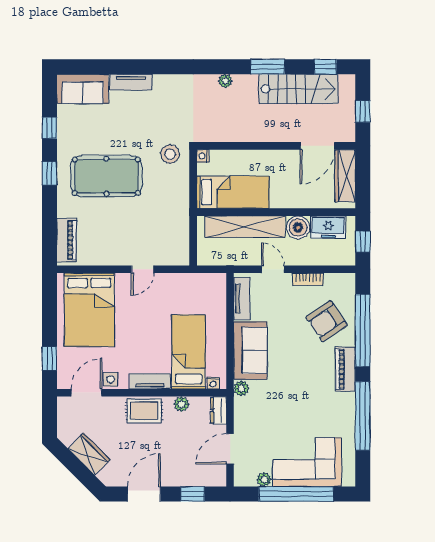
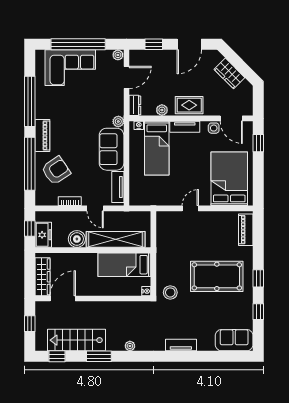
tv unit: (131, 82) -> (181, 345), moved
freezer: (328, 227) -> (43, 235), moved, turned 90
door: (86, 393) -> (231, 118), hinge flipped
plant: (264, 479) -> (118, 55), moved

